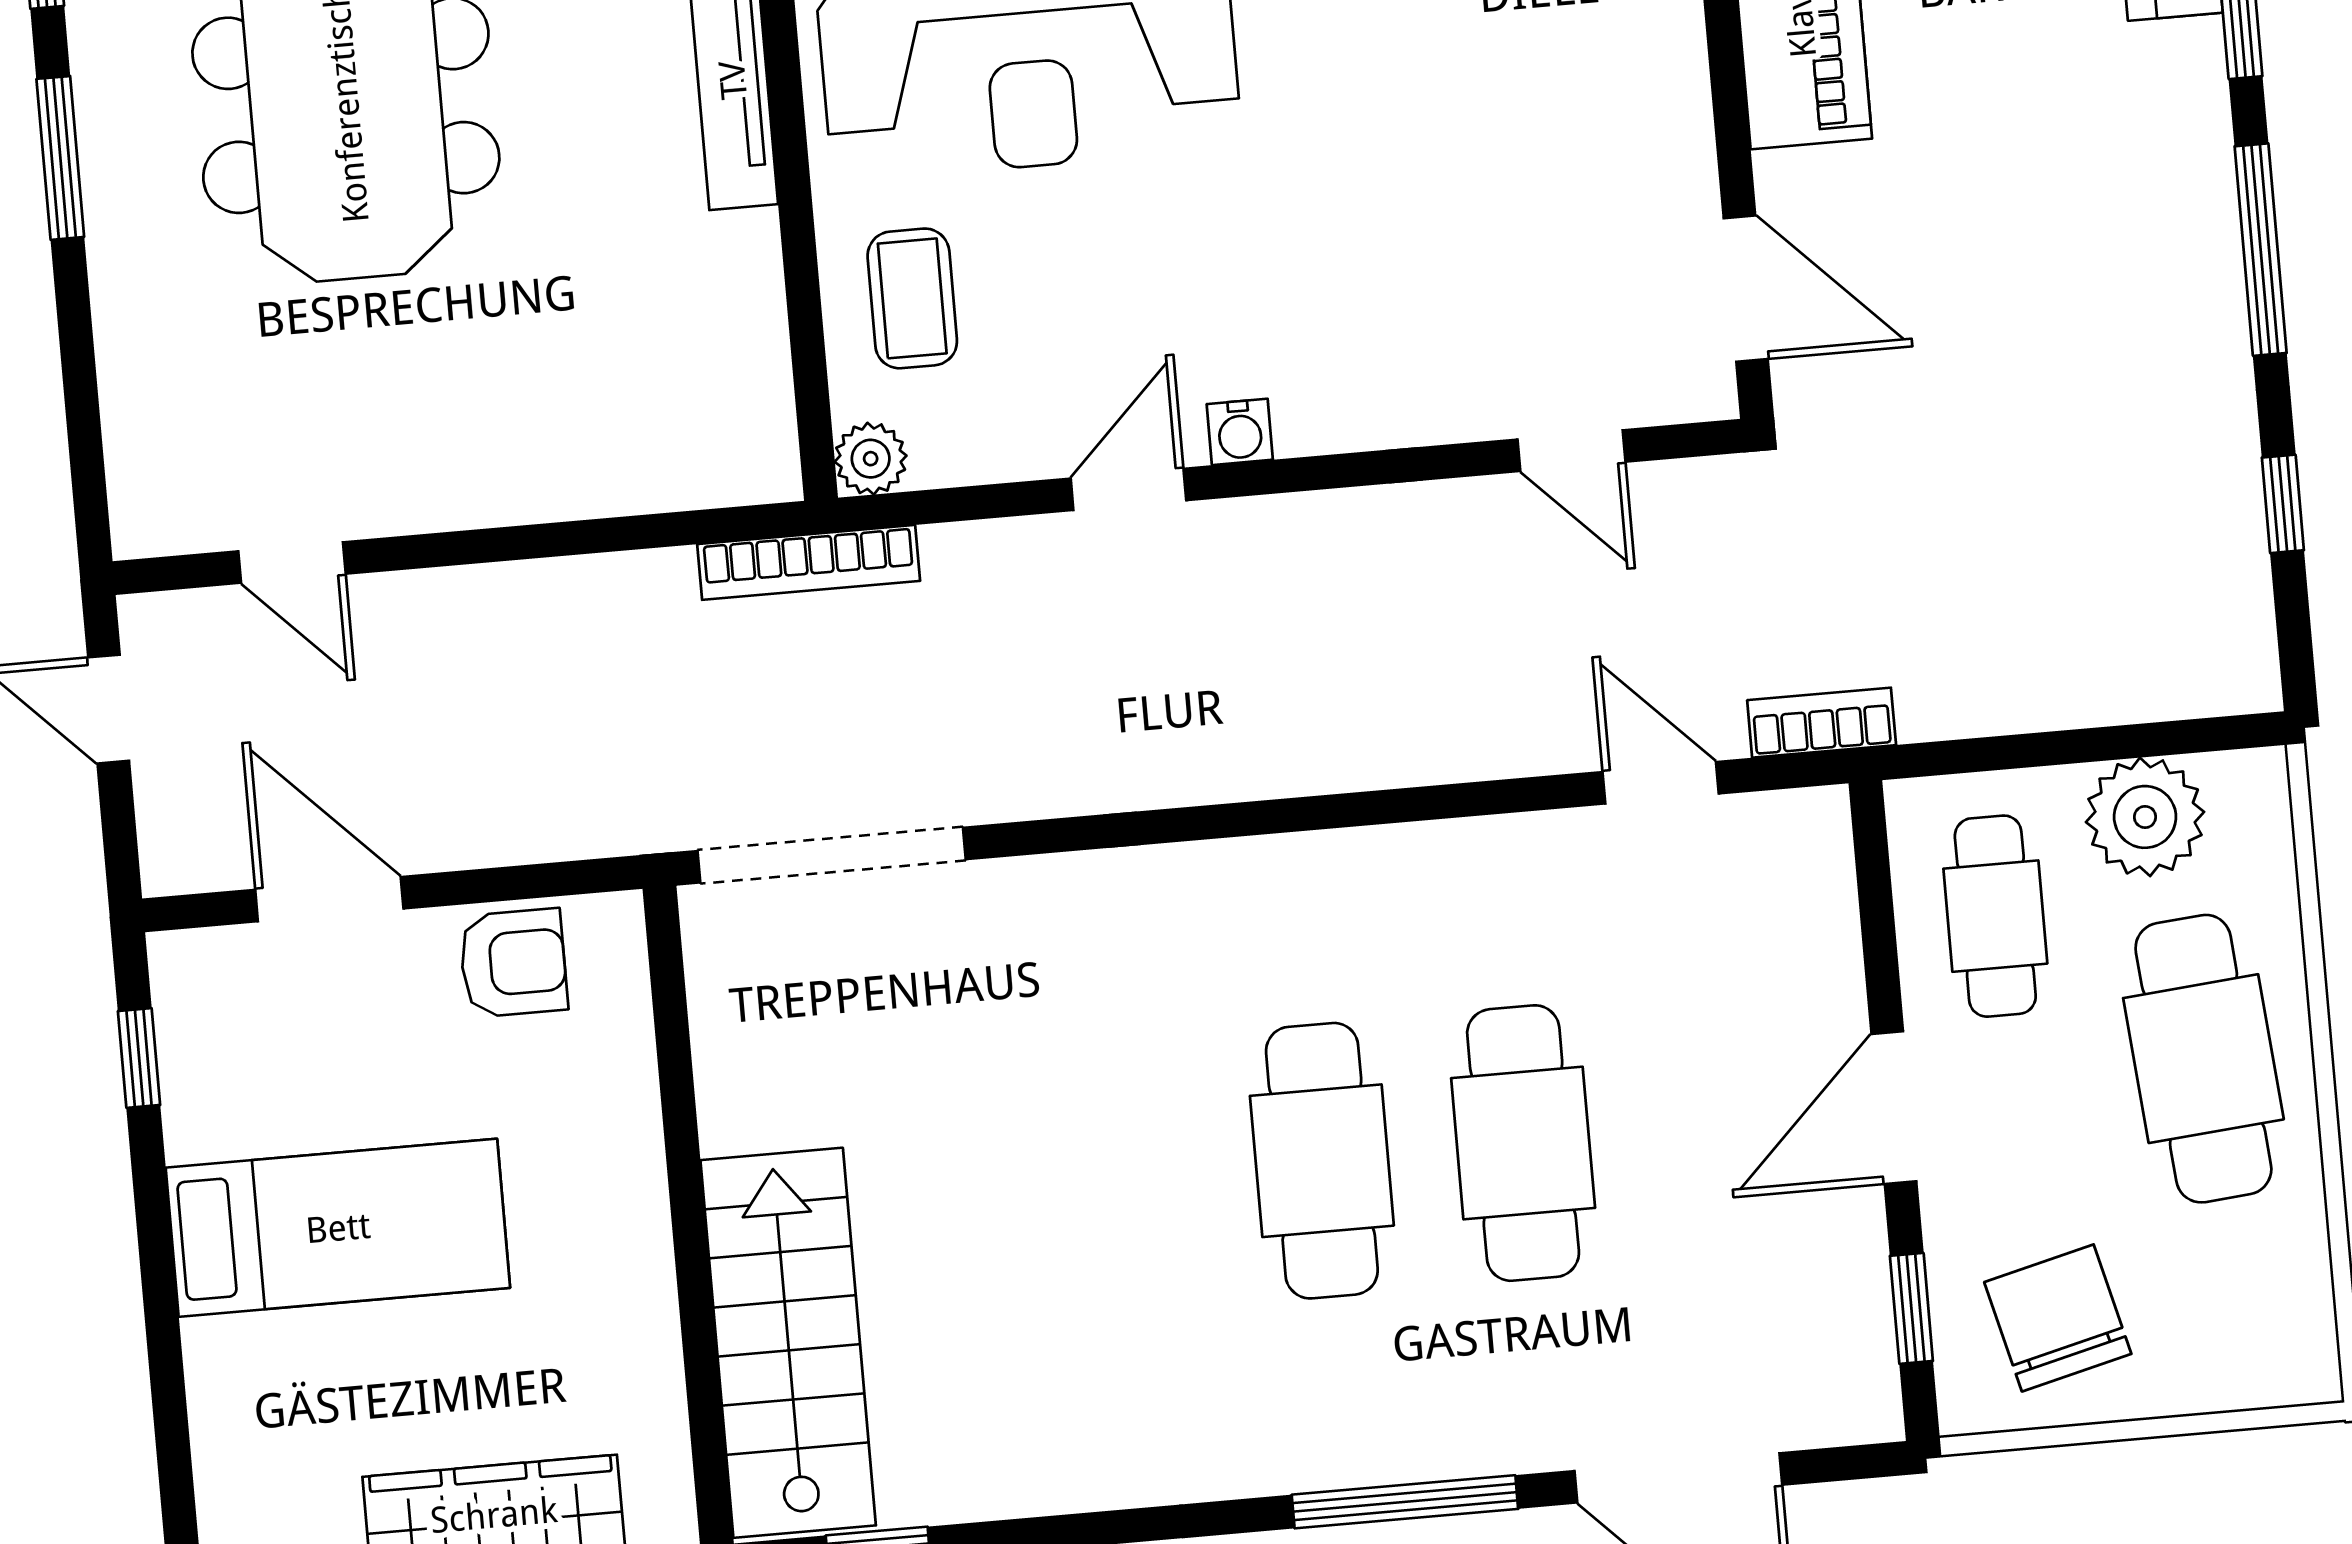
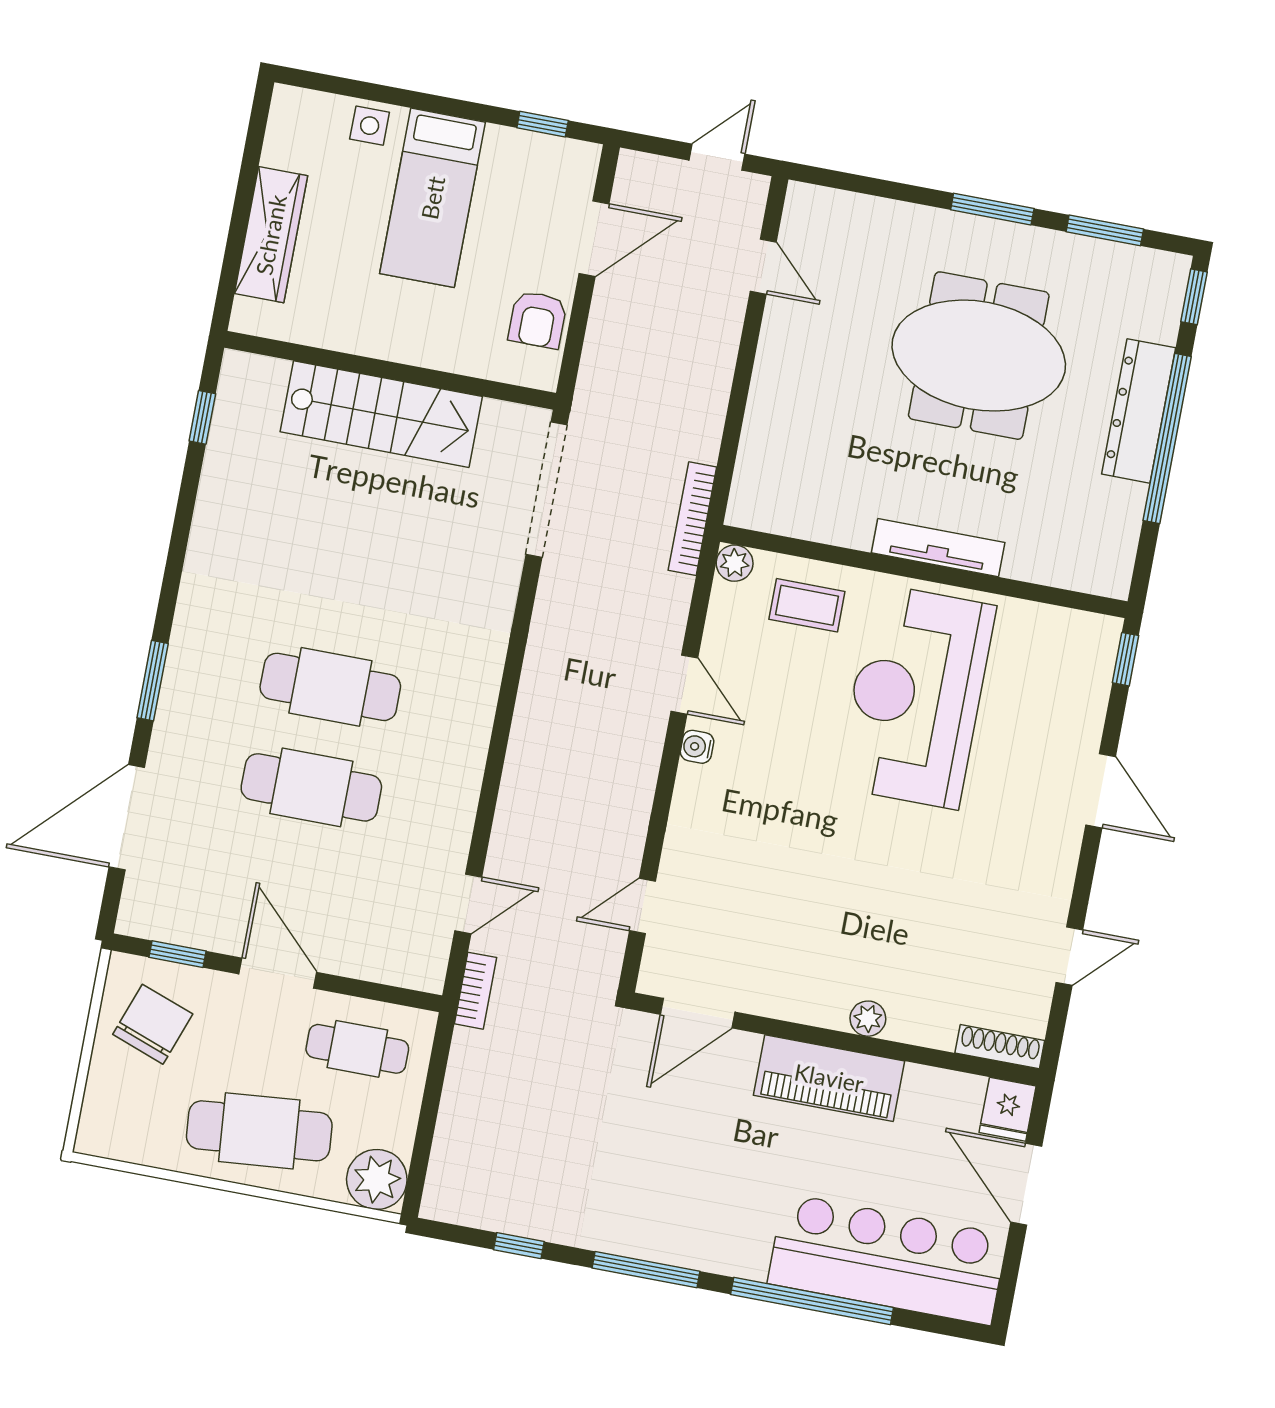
door: (292, 563) -> (763, 267), swing flipped
plant: (2145, 817) -> (377, 1179), moved
chair: (2058, 1318) -> (153, 1024), turned -56
stairs: (788, 1343) -> (381, 414), moved
side table: (234, 1386) -> (370, 126), added
window: (1405, 1502) -> (153, 681), width x0.69

